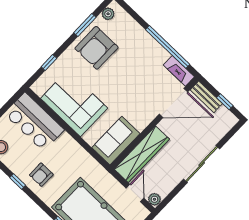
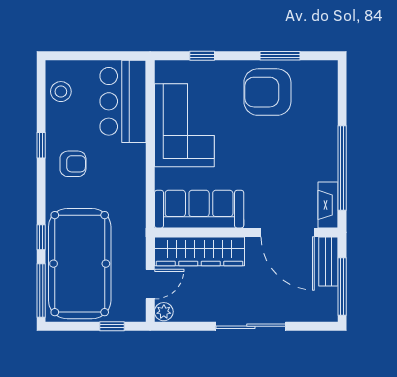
plant: (108, 14) -> (316, 69), removed
window: (225, 102) -> (342, 287), width x2.17
sofa: (116, 141) -> (199, 209), width x1.36
armchair: (41, 175) -> (73, 164), turned 180

